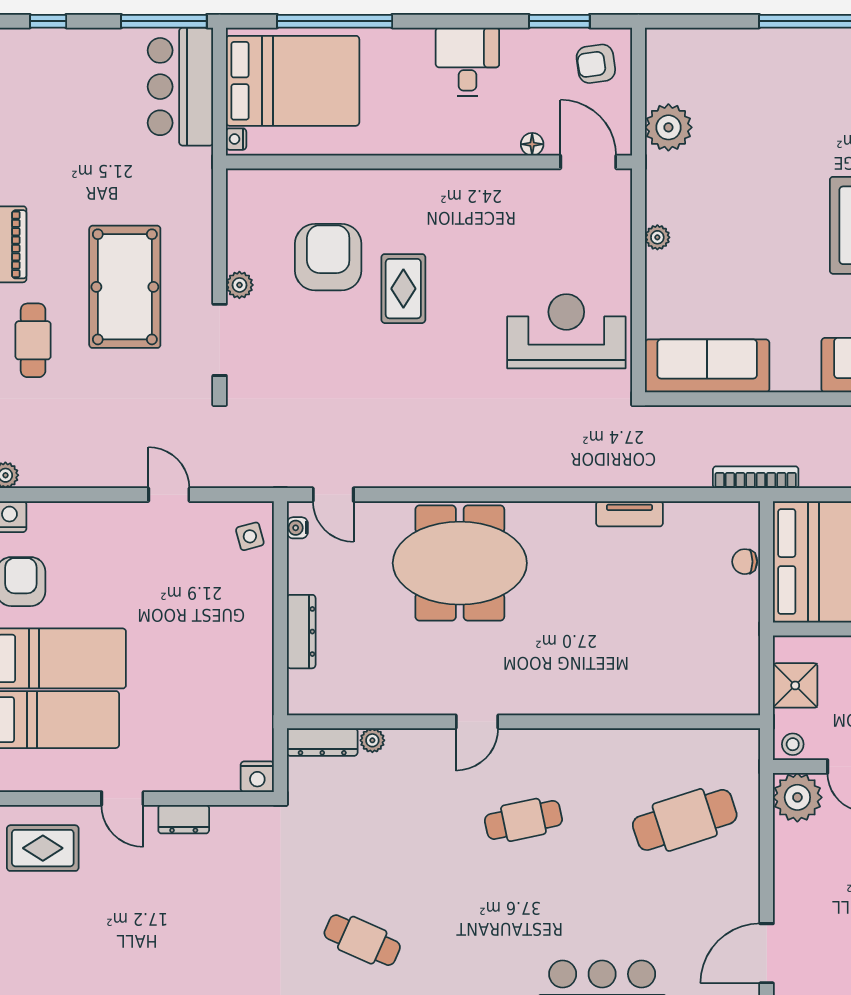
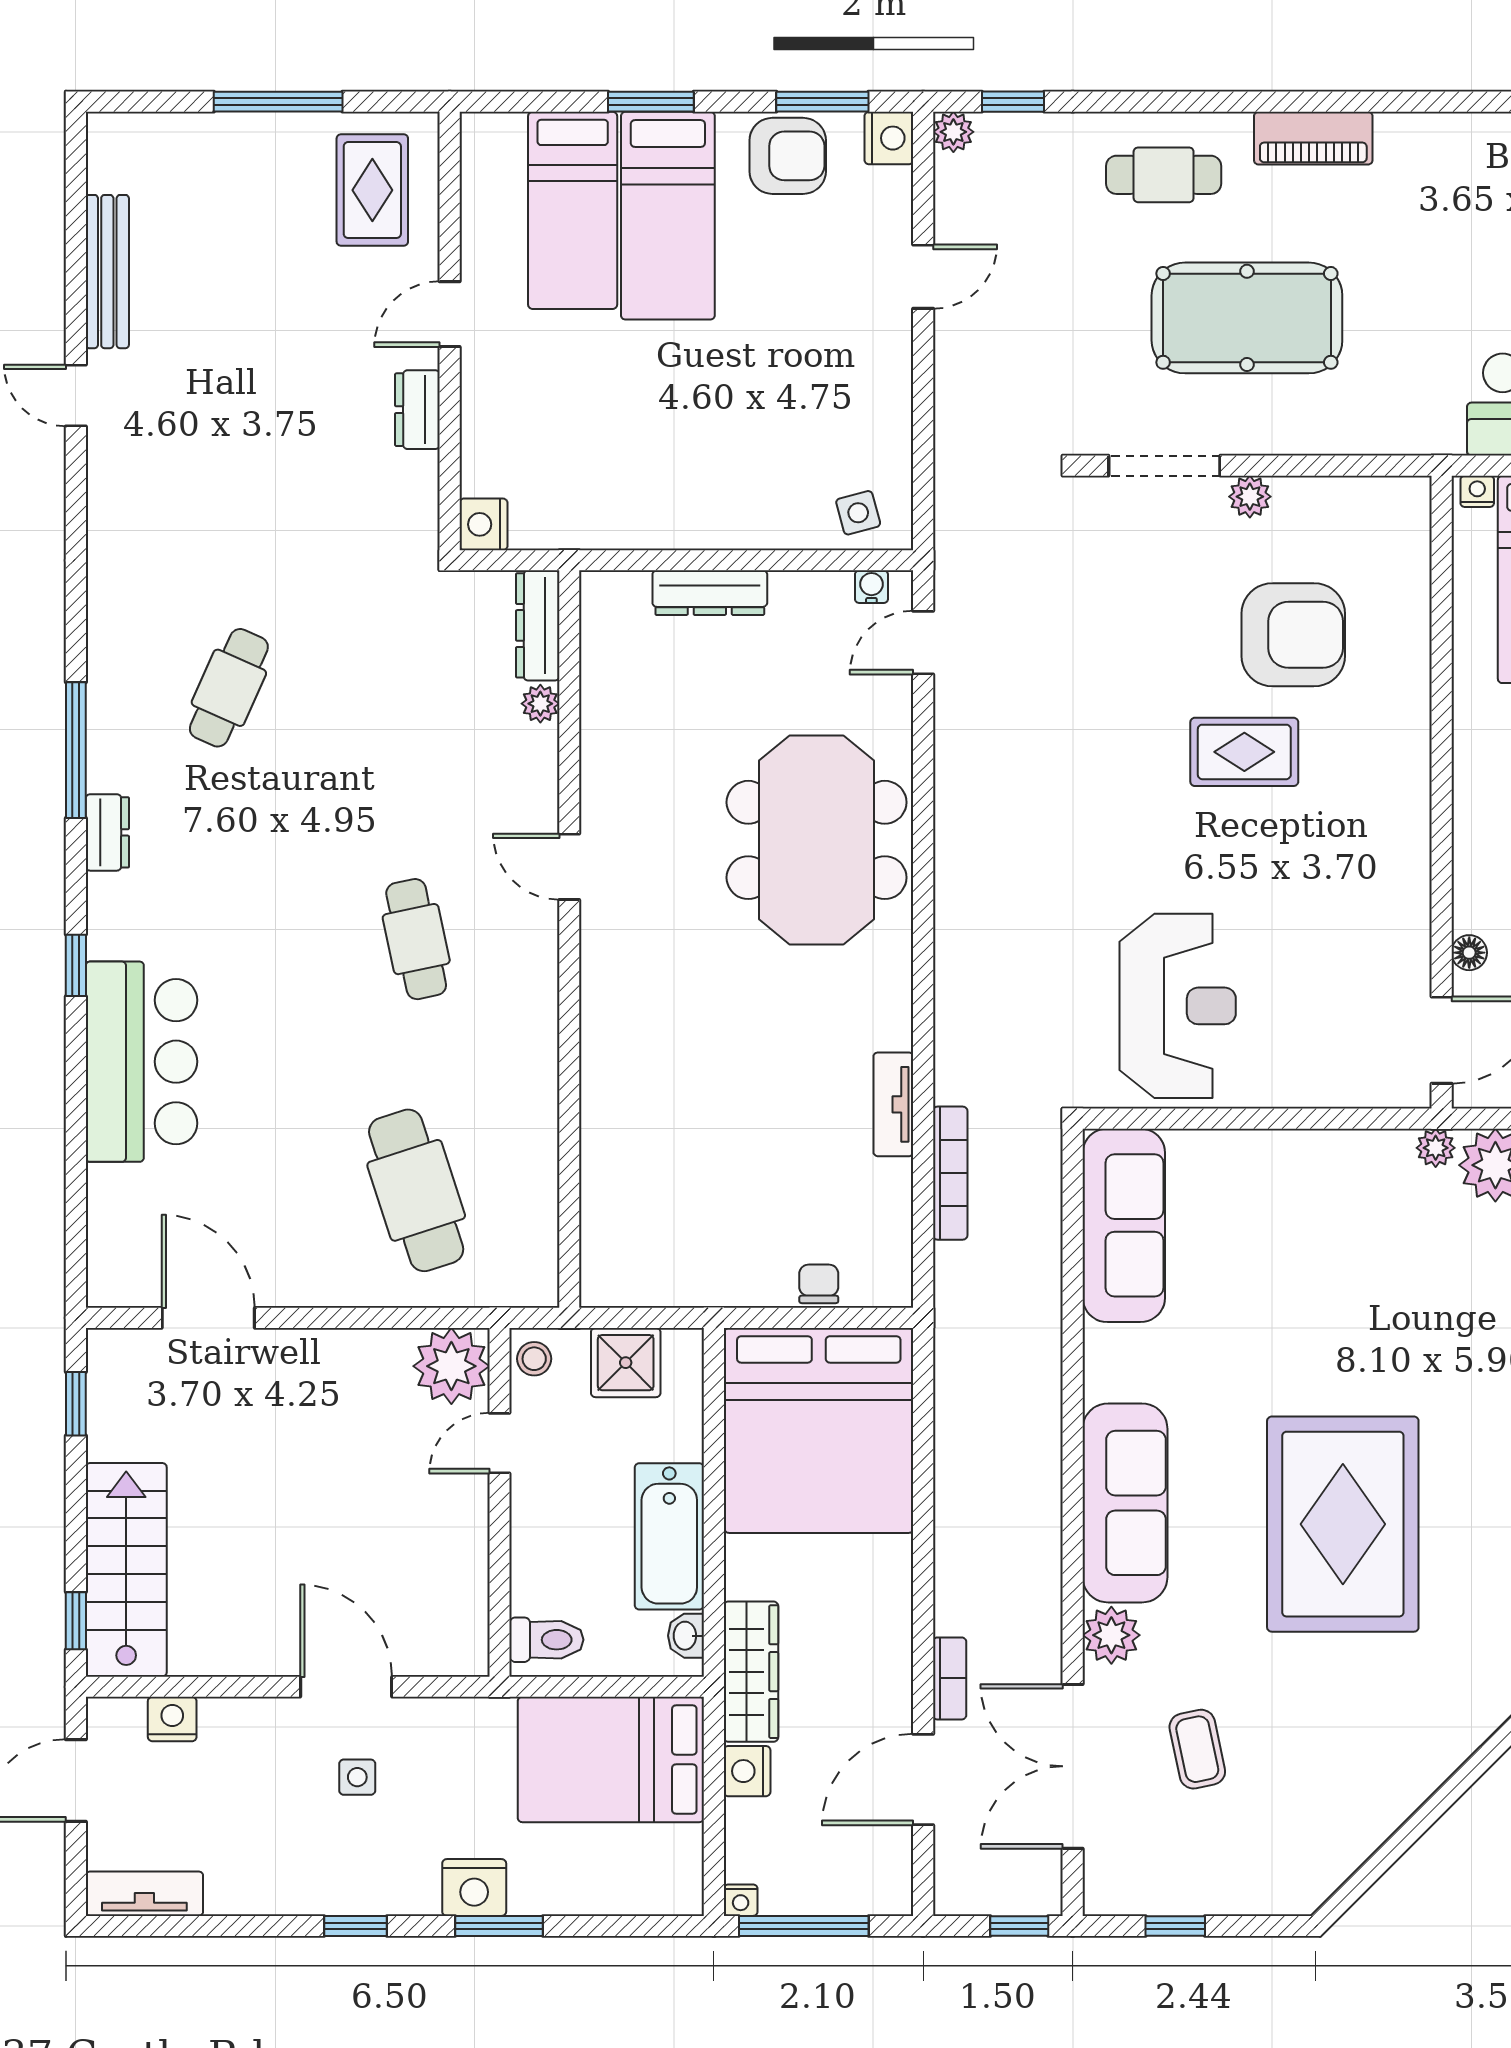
plant: (657, 237) -> (1436, 1148), moved
bookcase: (756, 477) -> (950, 1173), moved
door: (169, 495) -> (923, 277), moved

